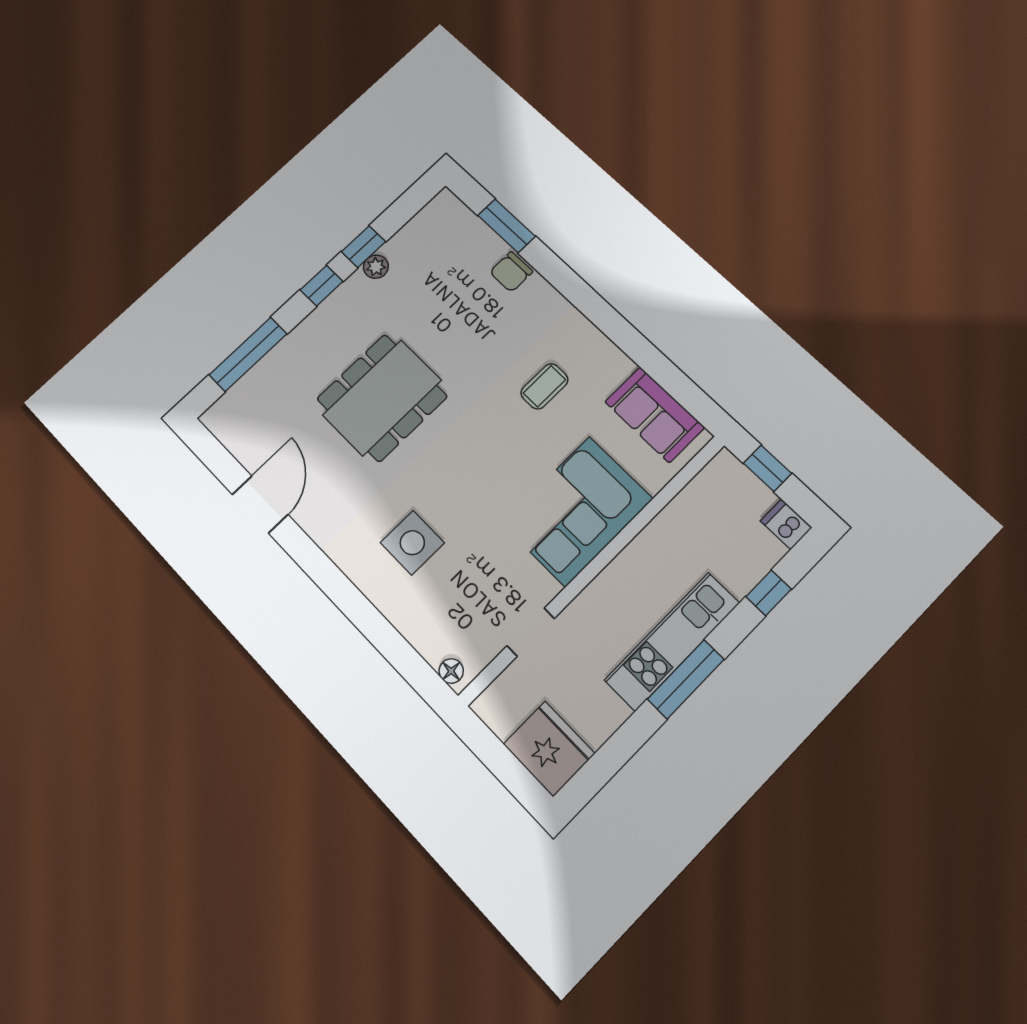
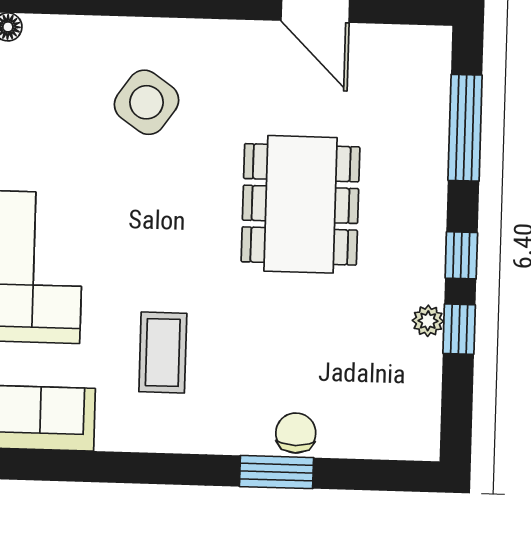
window: (507, 226) -> (277, 472), moved
coffee table: (544, 386) -> (163, 353), width x1.36, depth x1.30
side table: (412, 543) -> (147, 102), turned 35

